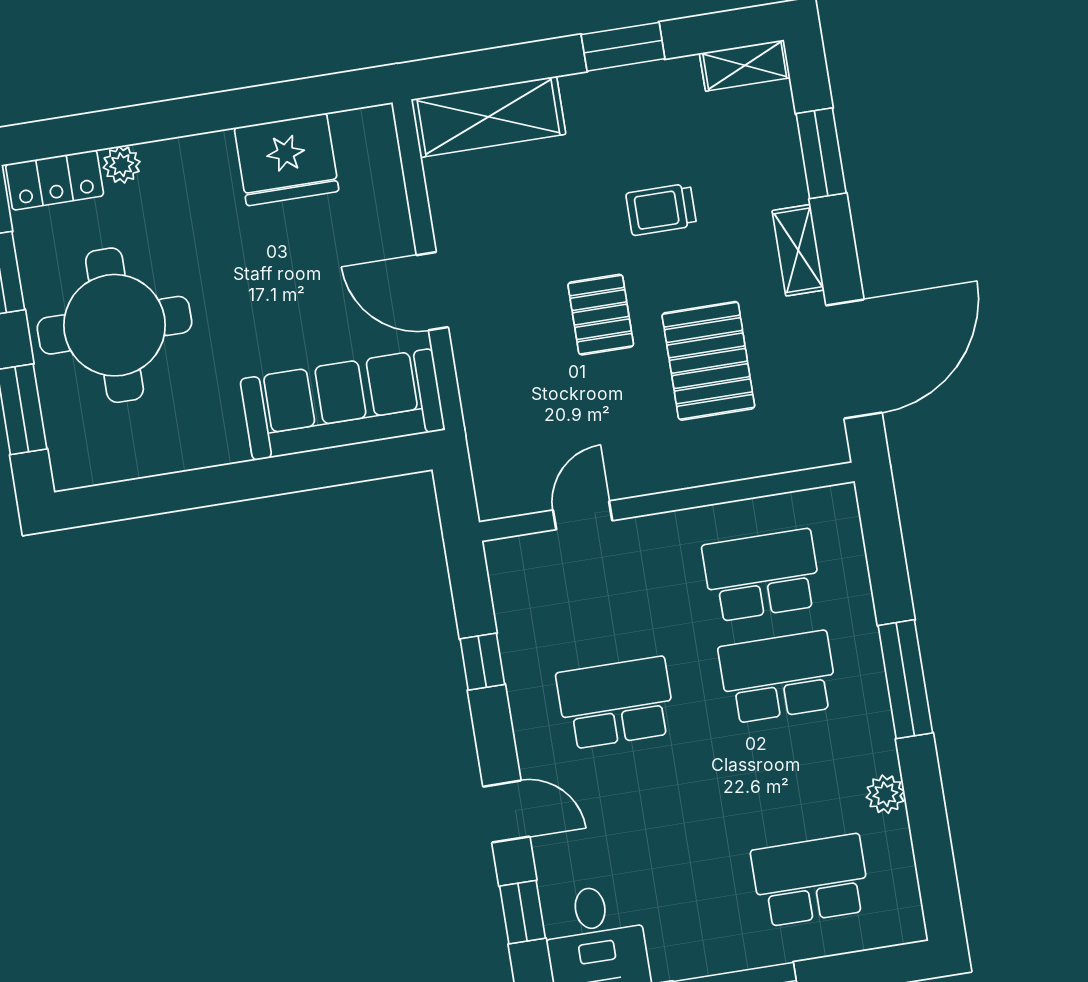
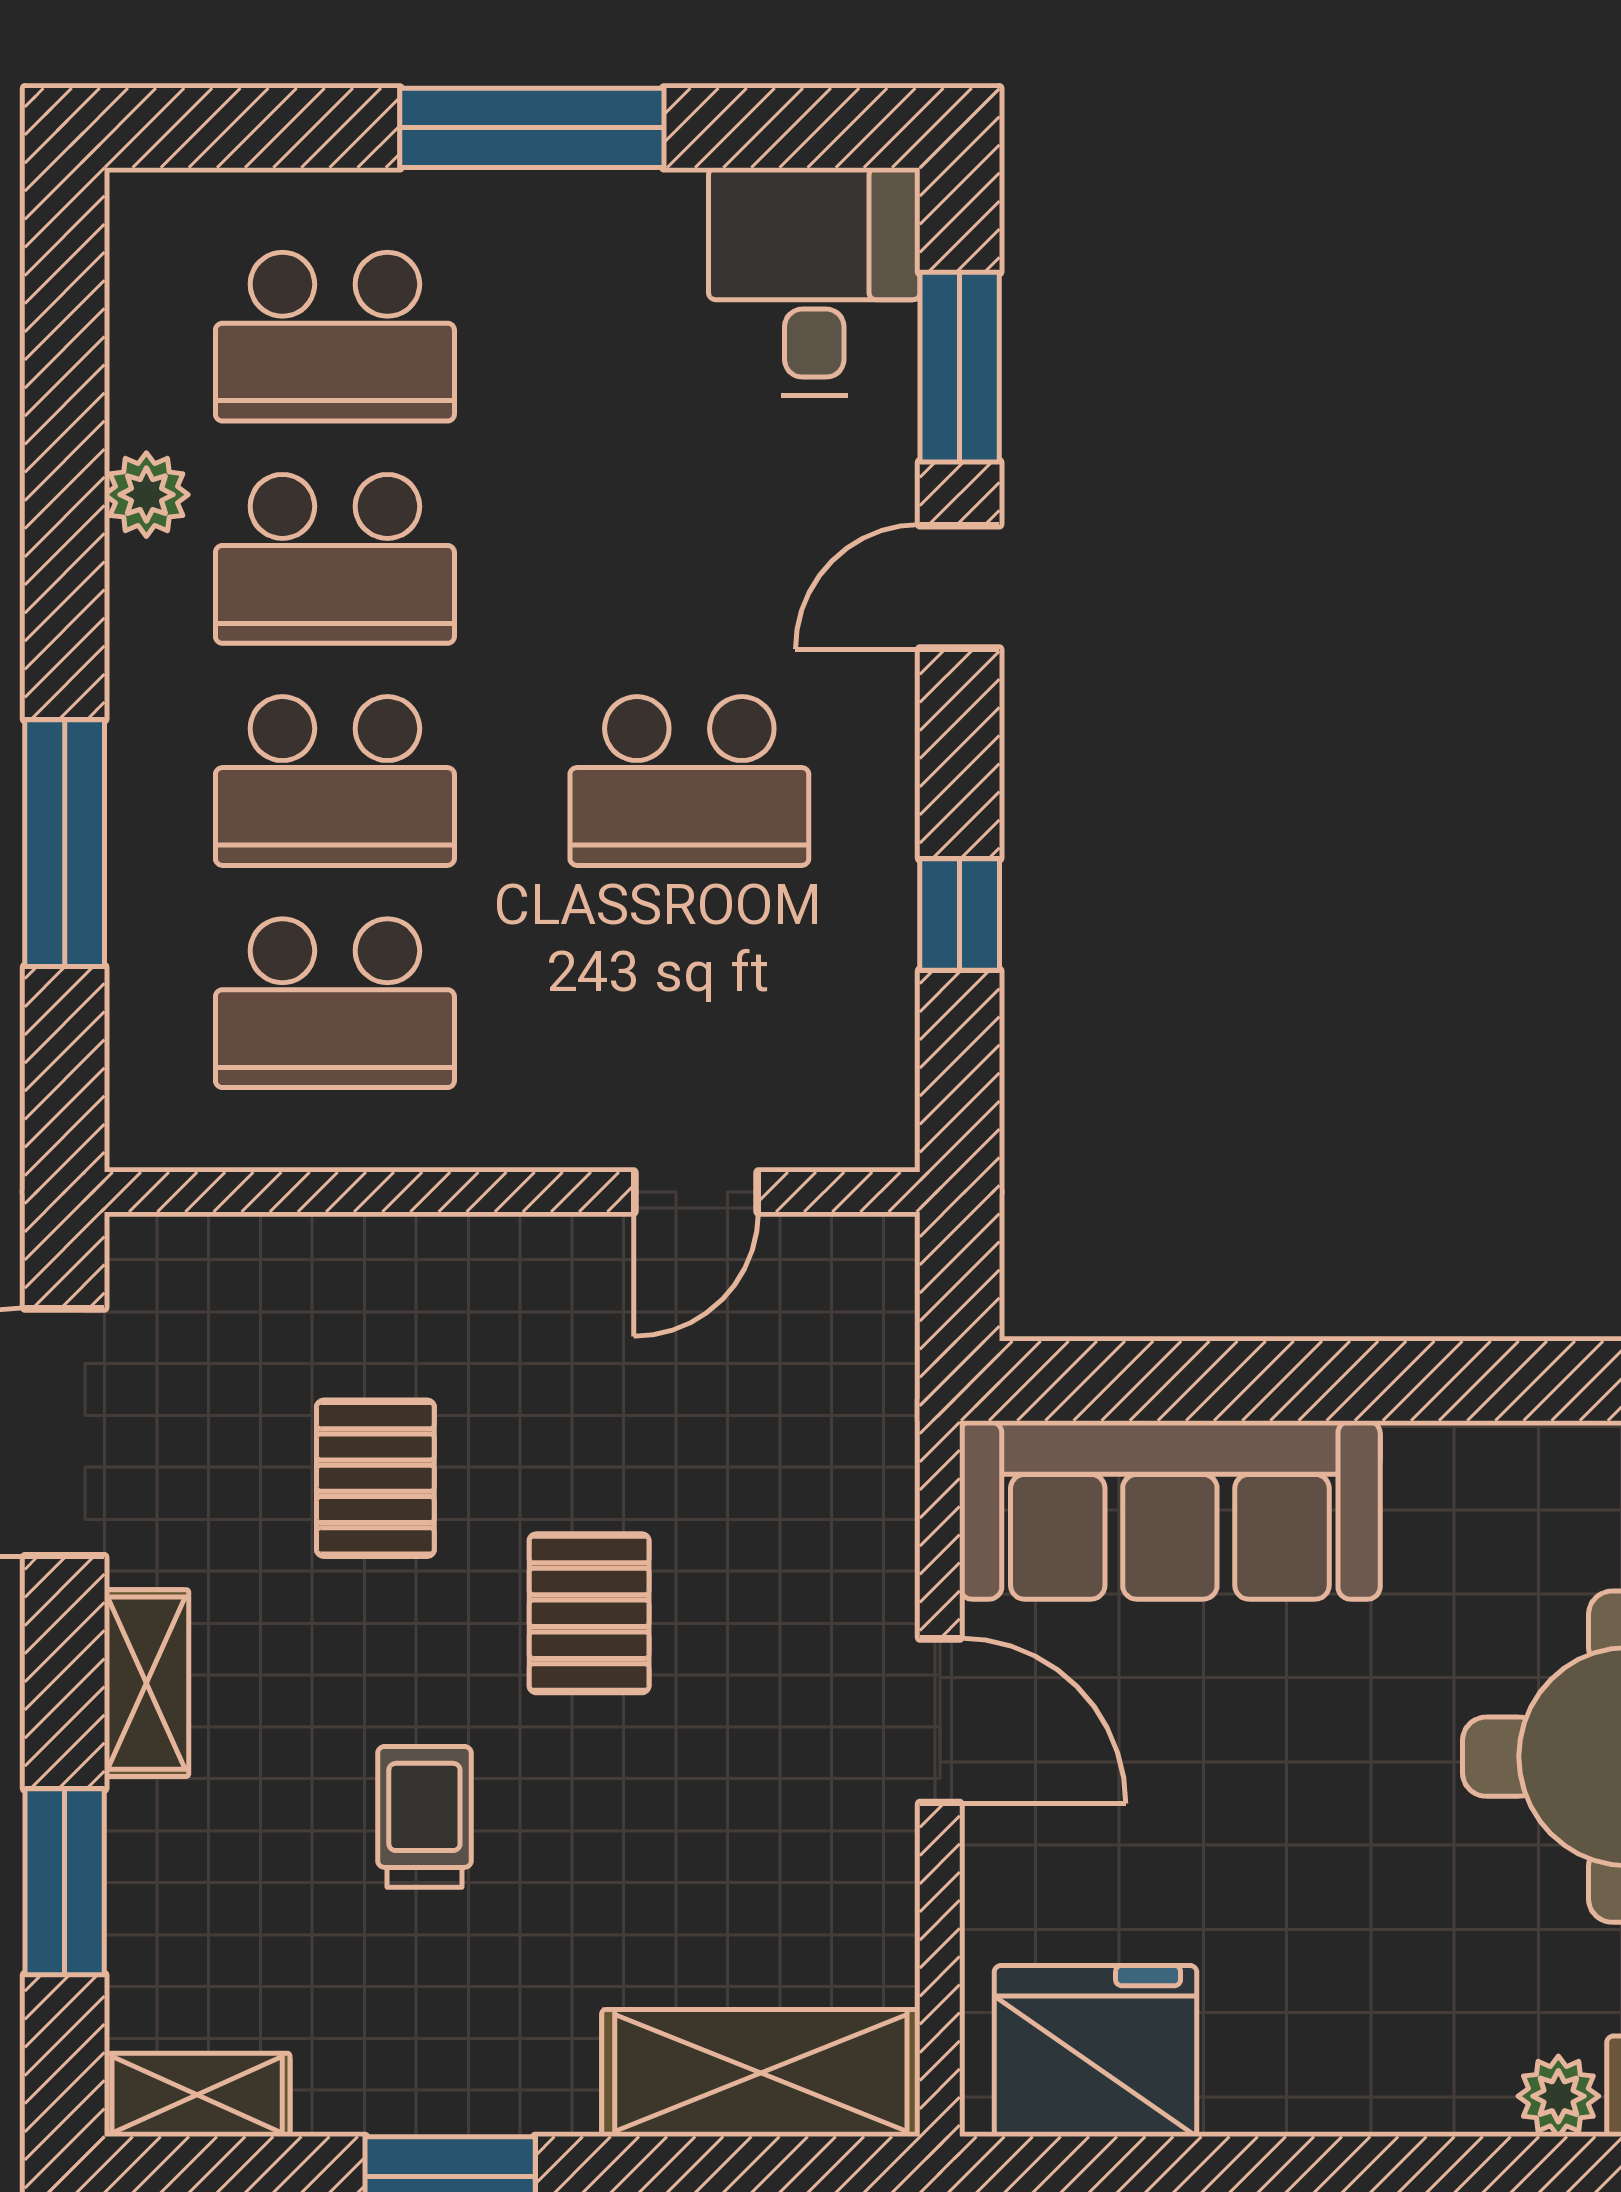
fridge: (287, 159) -> (1095, 2051), moved
trolley: (661, 209) -> (424, 1817), turned -90
pallet: (708, 361) -> (375, 1478), width x0.67, depth x0.71
window: (905, 679) -> (65, 843), moved
school desk: (794, 779) -> (335, 559), added
door: (506, 812) -> (960, 587), hinge flipped
window: (522, 912) -> (960, 367), width x1.50

